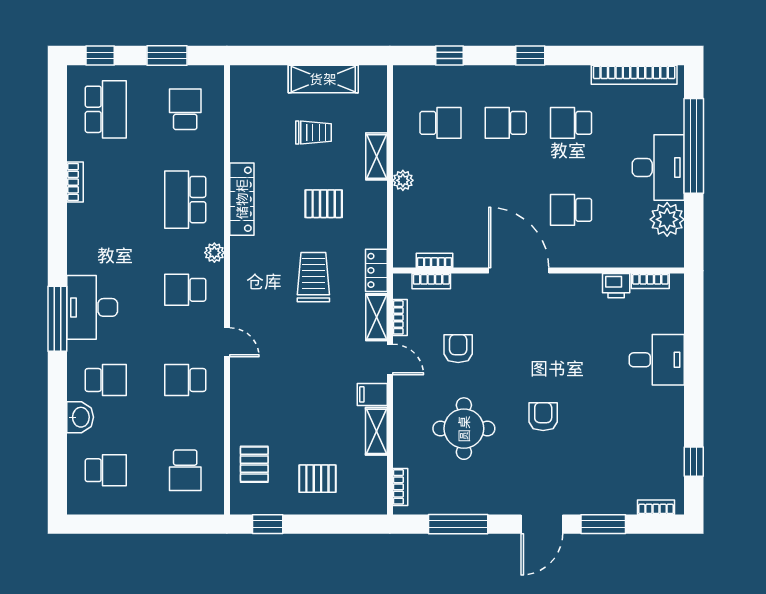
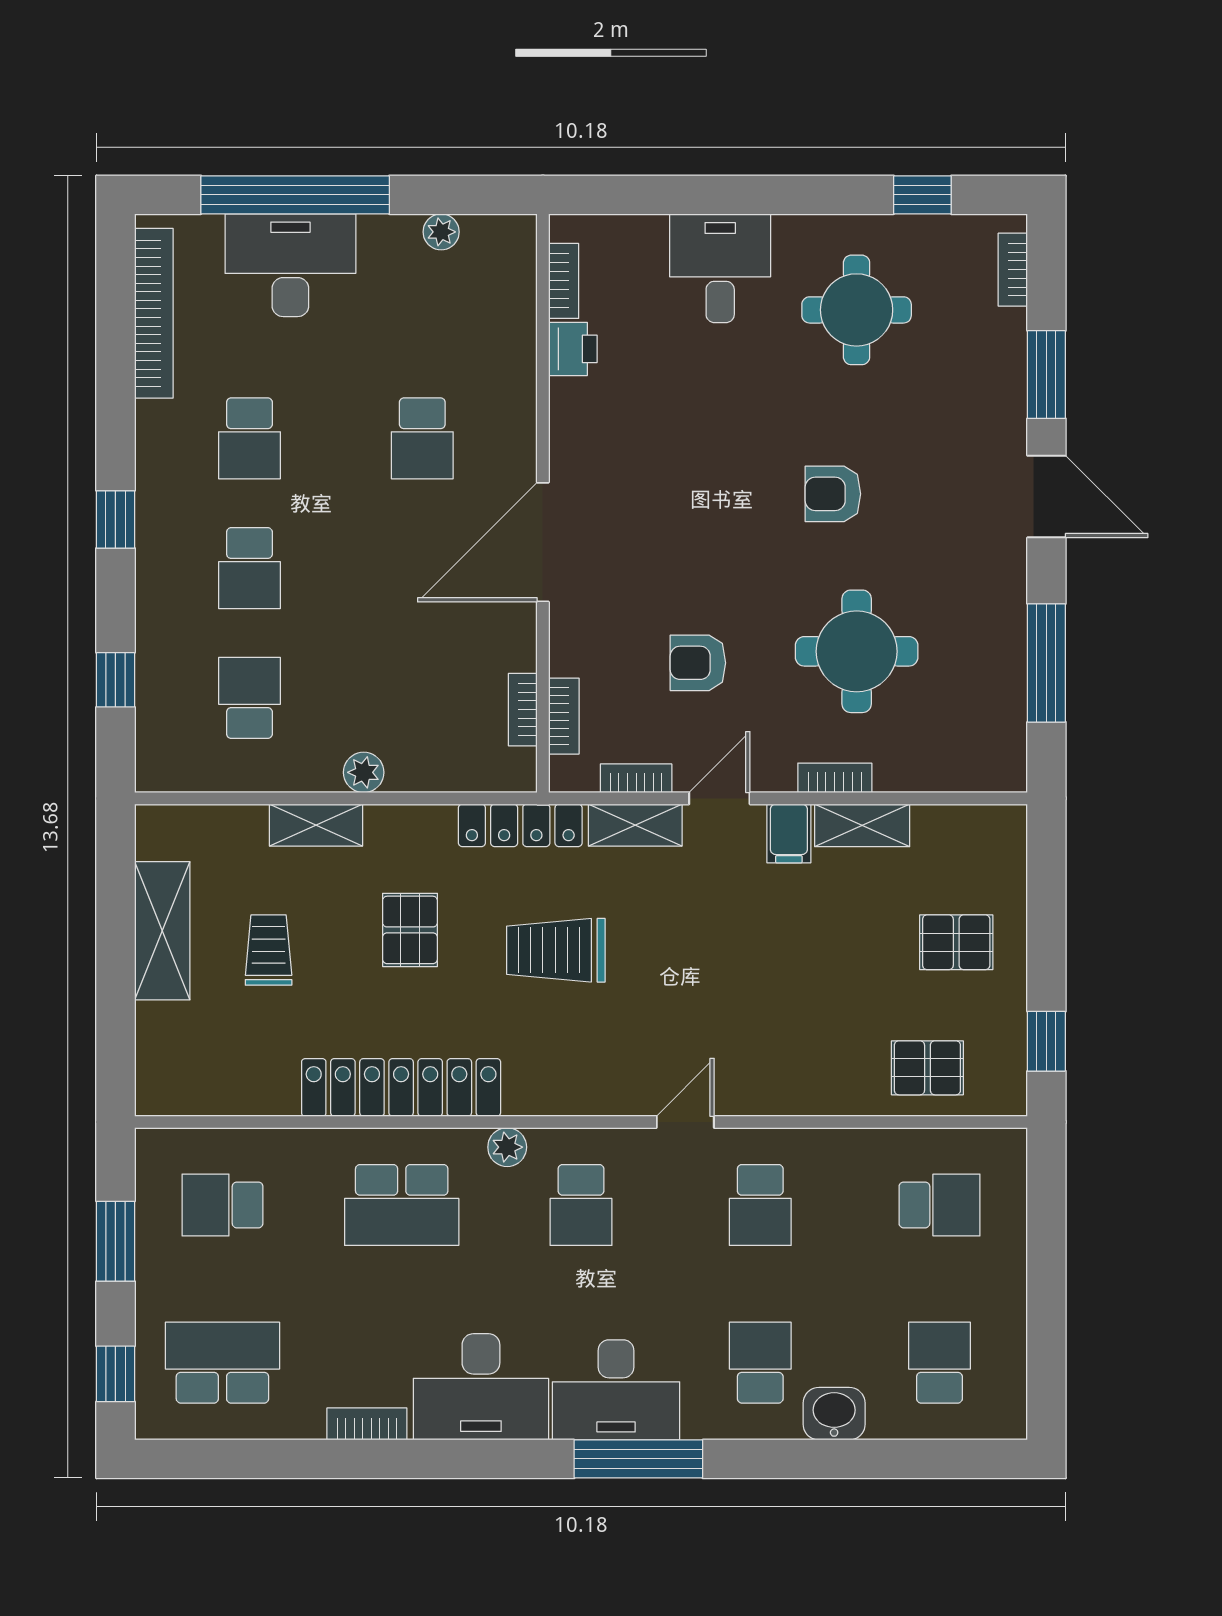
desk: (658, 168) -> (290, 265), moved
locker: (242, 199) -> (401, 1087), width x1.41, depth x1.21
plant: (667, 219) -> (441, 232), width x0.53, depth x0.53
desk: (94, 239) -> (481, 1387), added
locker: (376, 270) -> (520, 825), width x1.53
round table: (636, 428) -> (857, 310), added
pallet: (317, 479) -> (956, 942), turned 90
bookcase: (400, 487) -> (835, 778), moved

